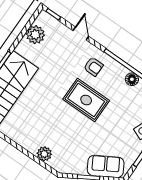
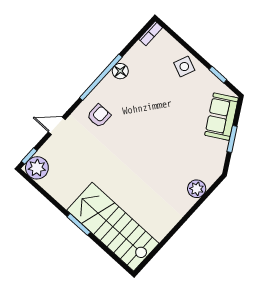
plant: (35, 35) -> (37, 168), moved
rug: (86, 100) -> (138, 130), removed

